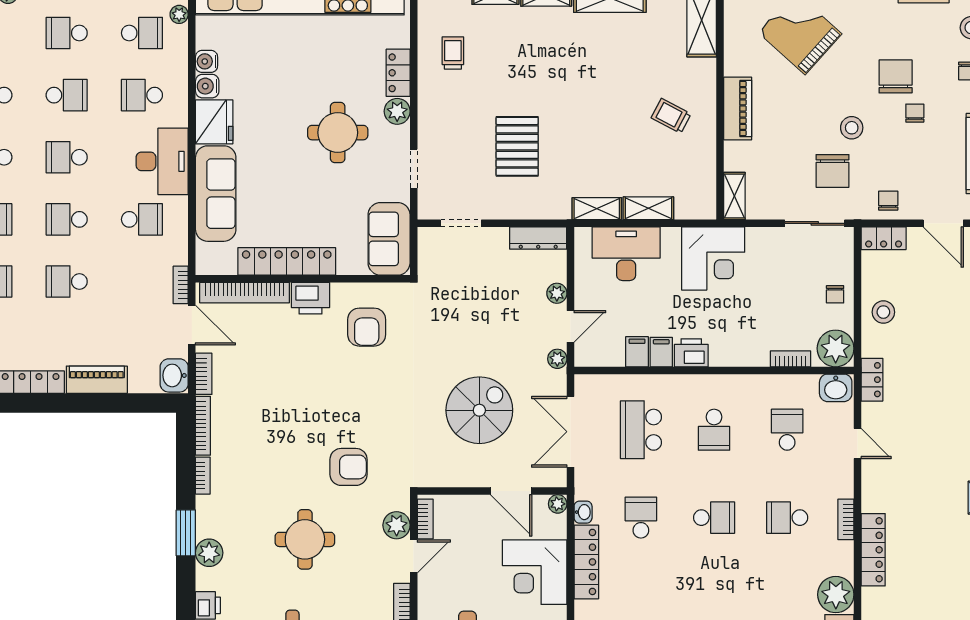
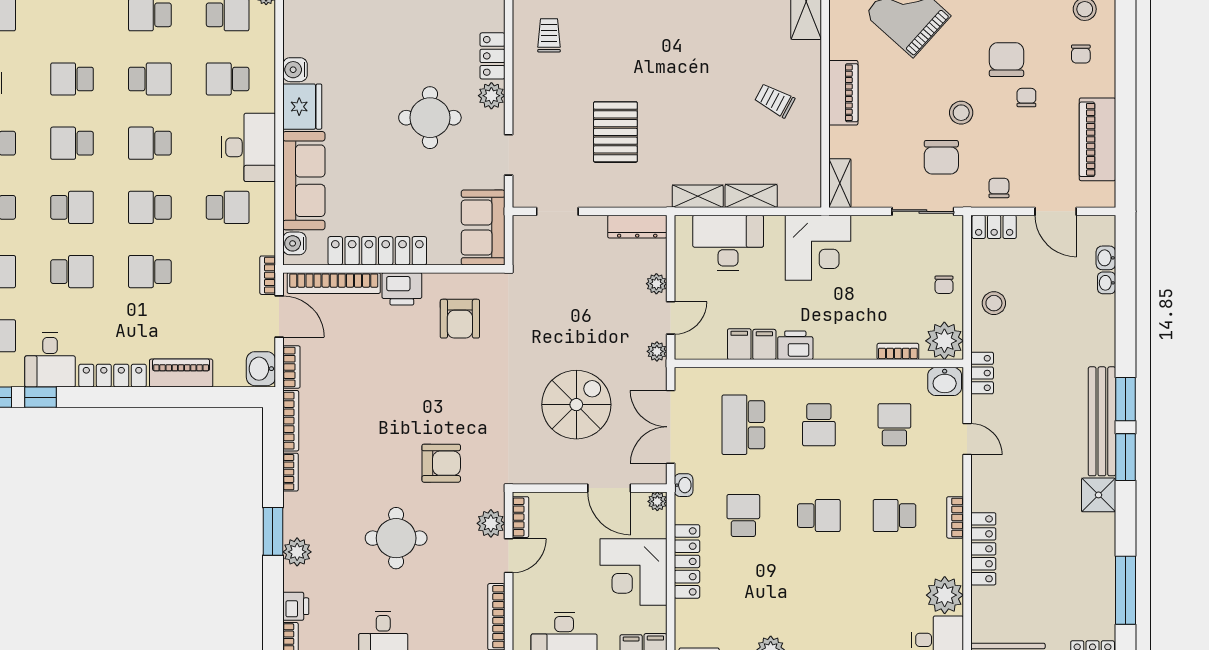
water cooler: (207, 61) -> (294, 243), moved
washbasin: (583, 512) -> (684, 485), moved

